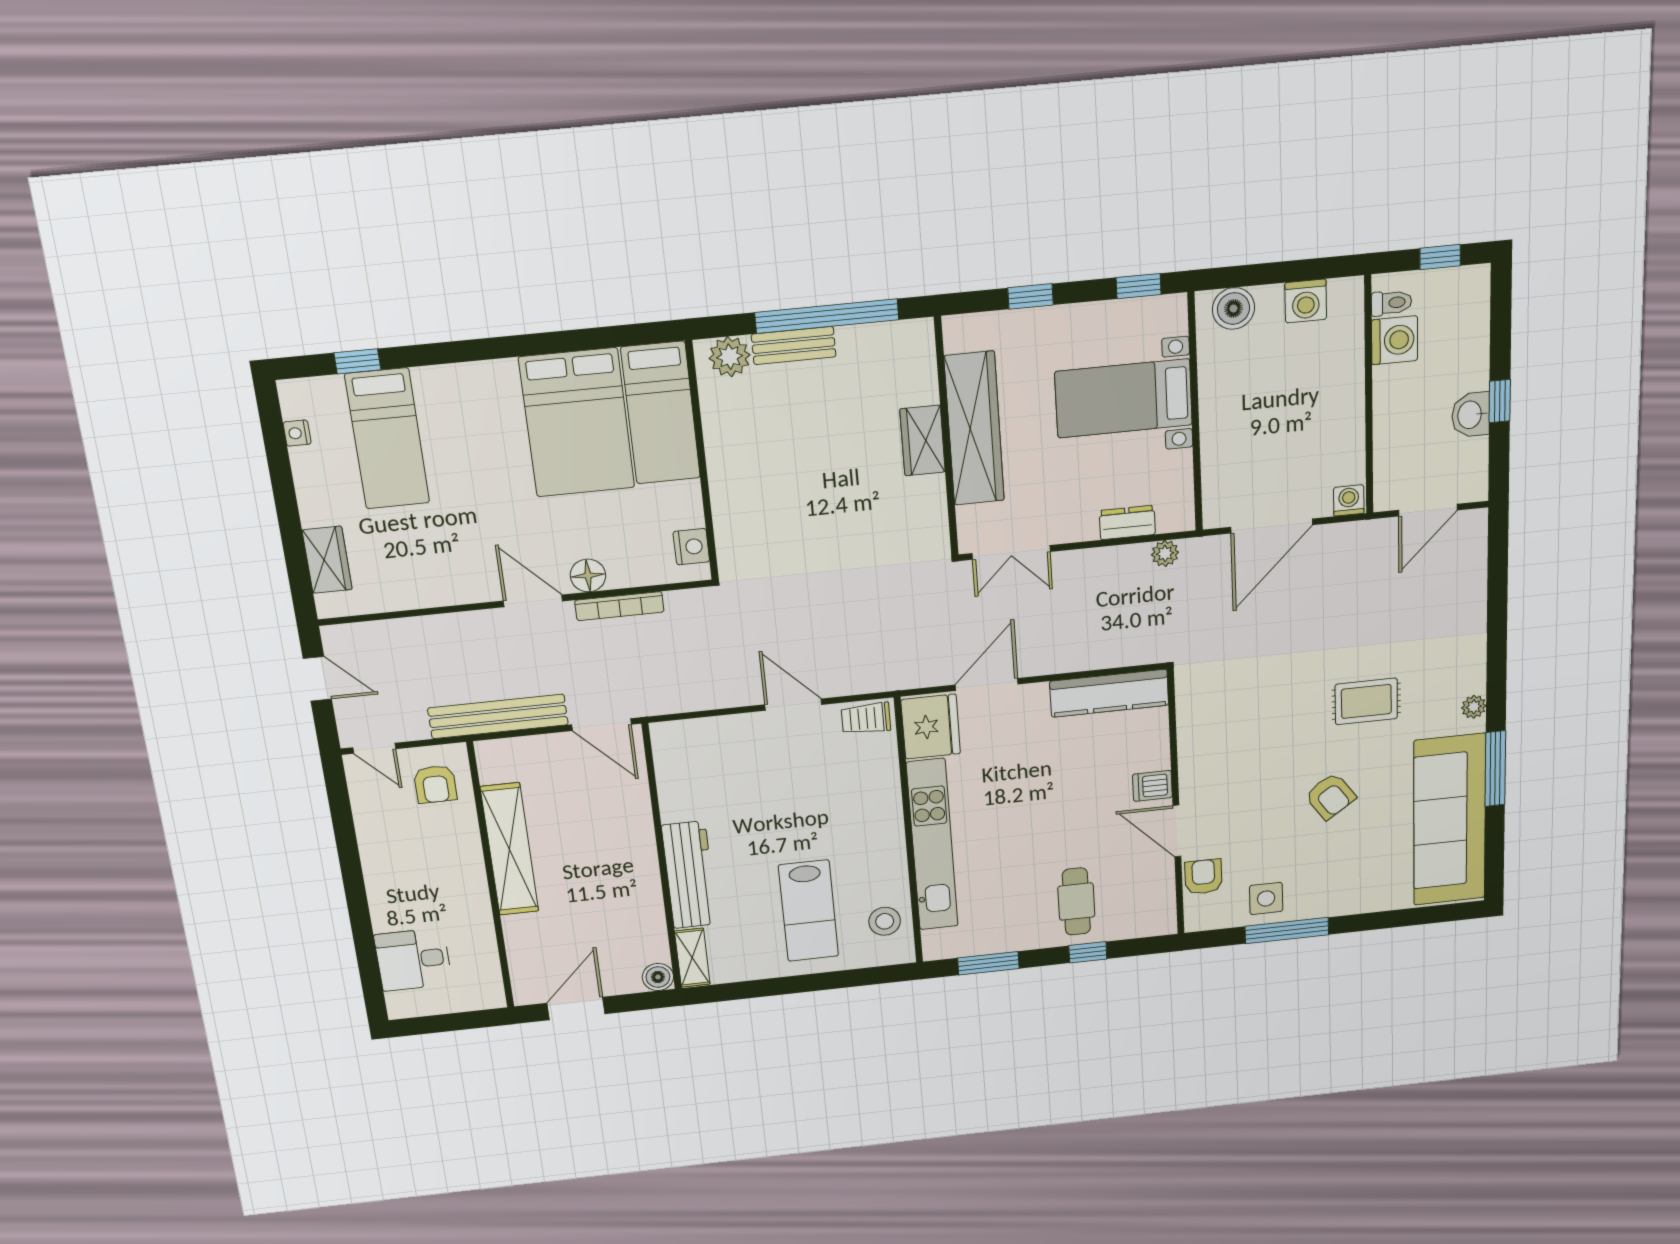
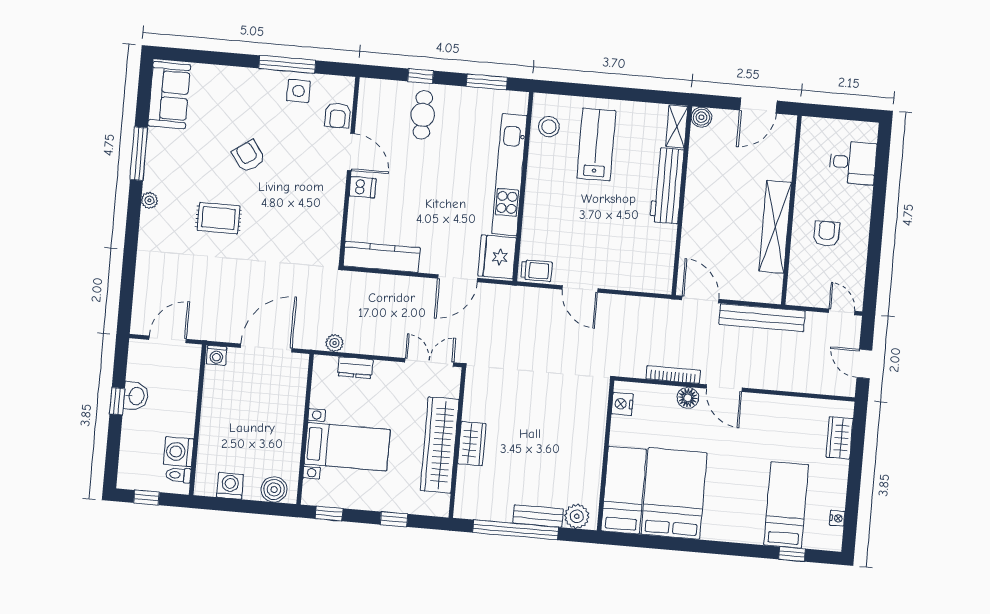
armchair: (435, 784) -> (827, 234), moved
sofa: (1450, 820) -> (169, 95), width x0.54, depth x0.79

